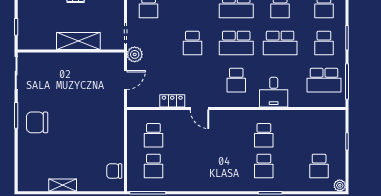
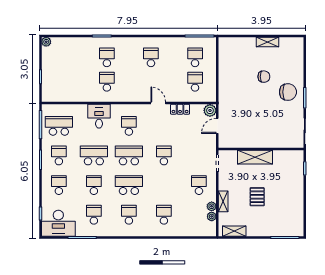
plant: (135, 54) -> (210, 110), moved
school desk: (319, 166) -> (151, 57), moved
chair: (114, 171) -> (264, 77), moved

